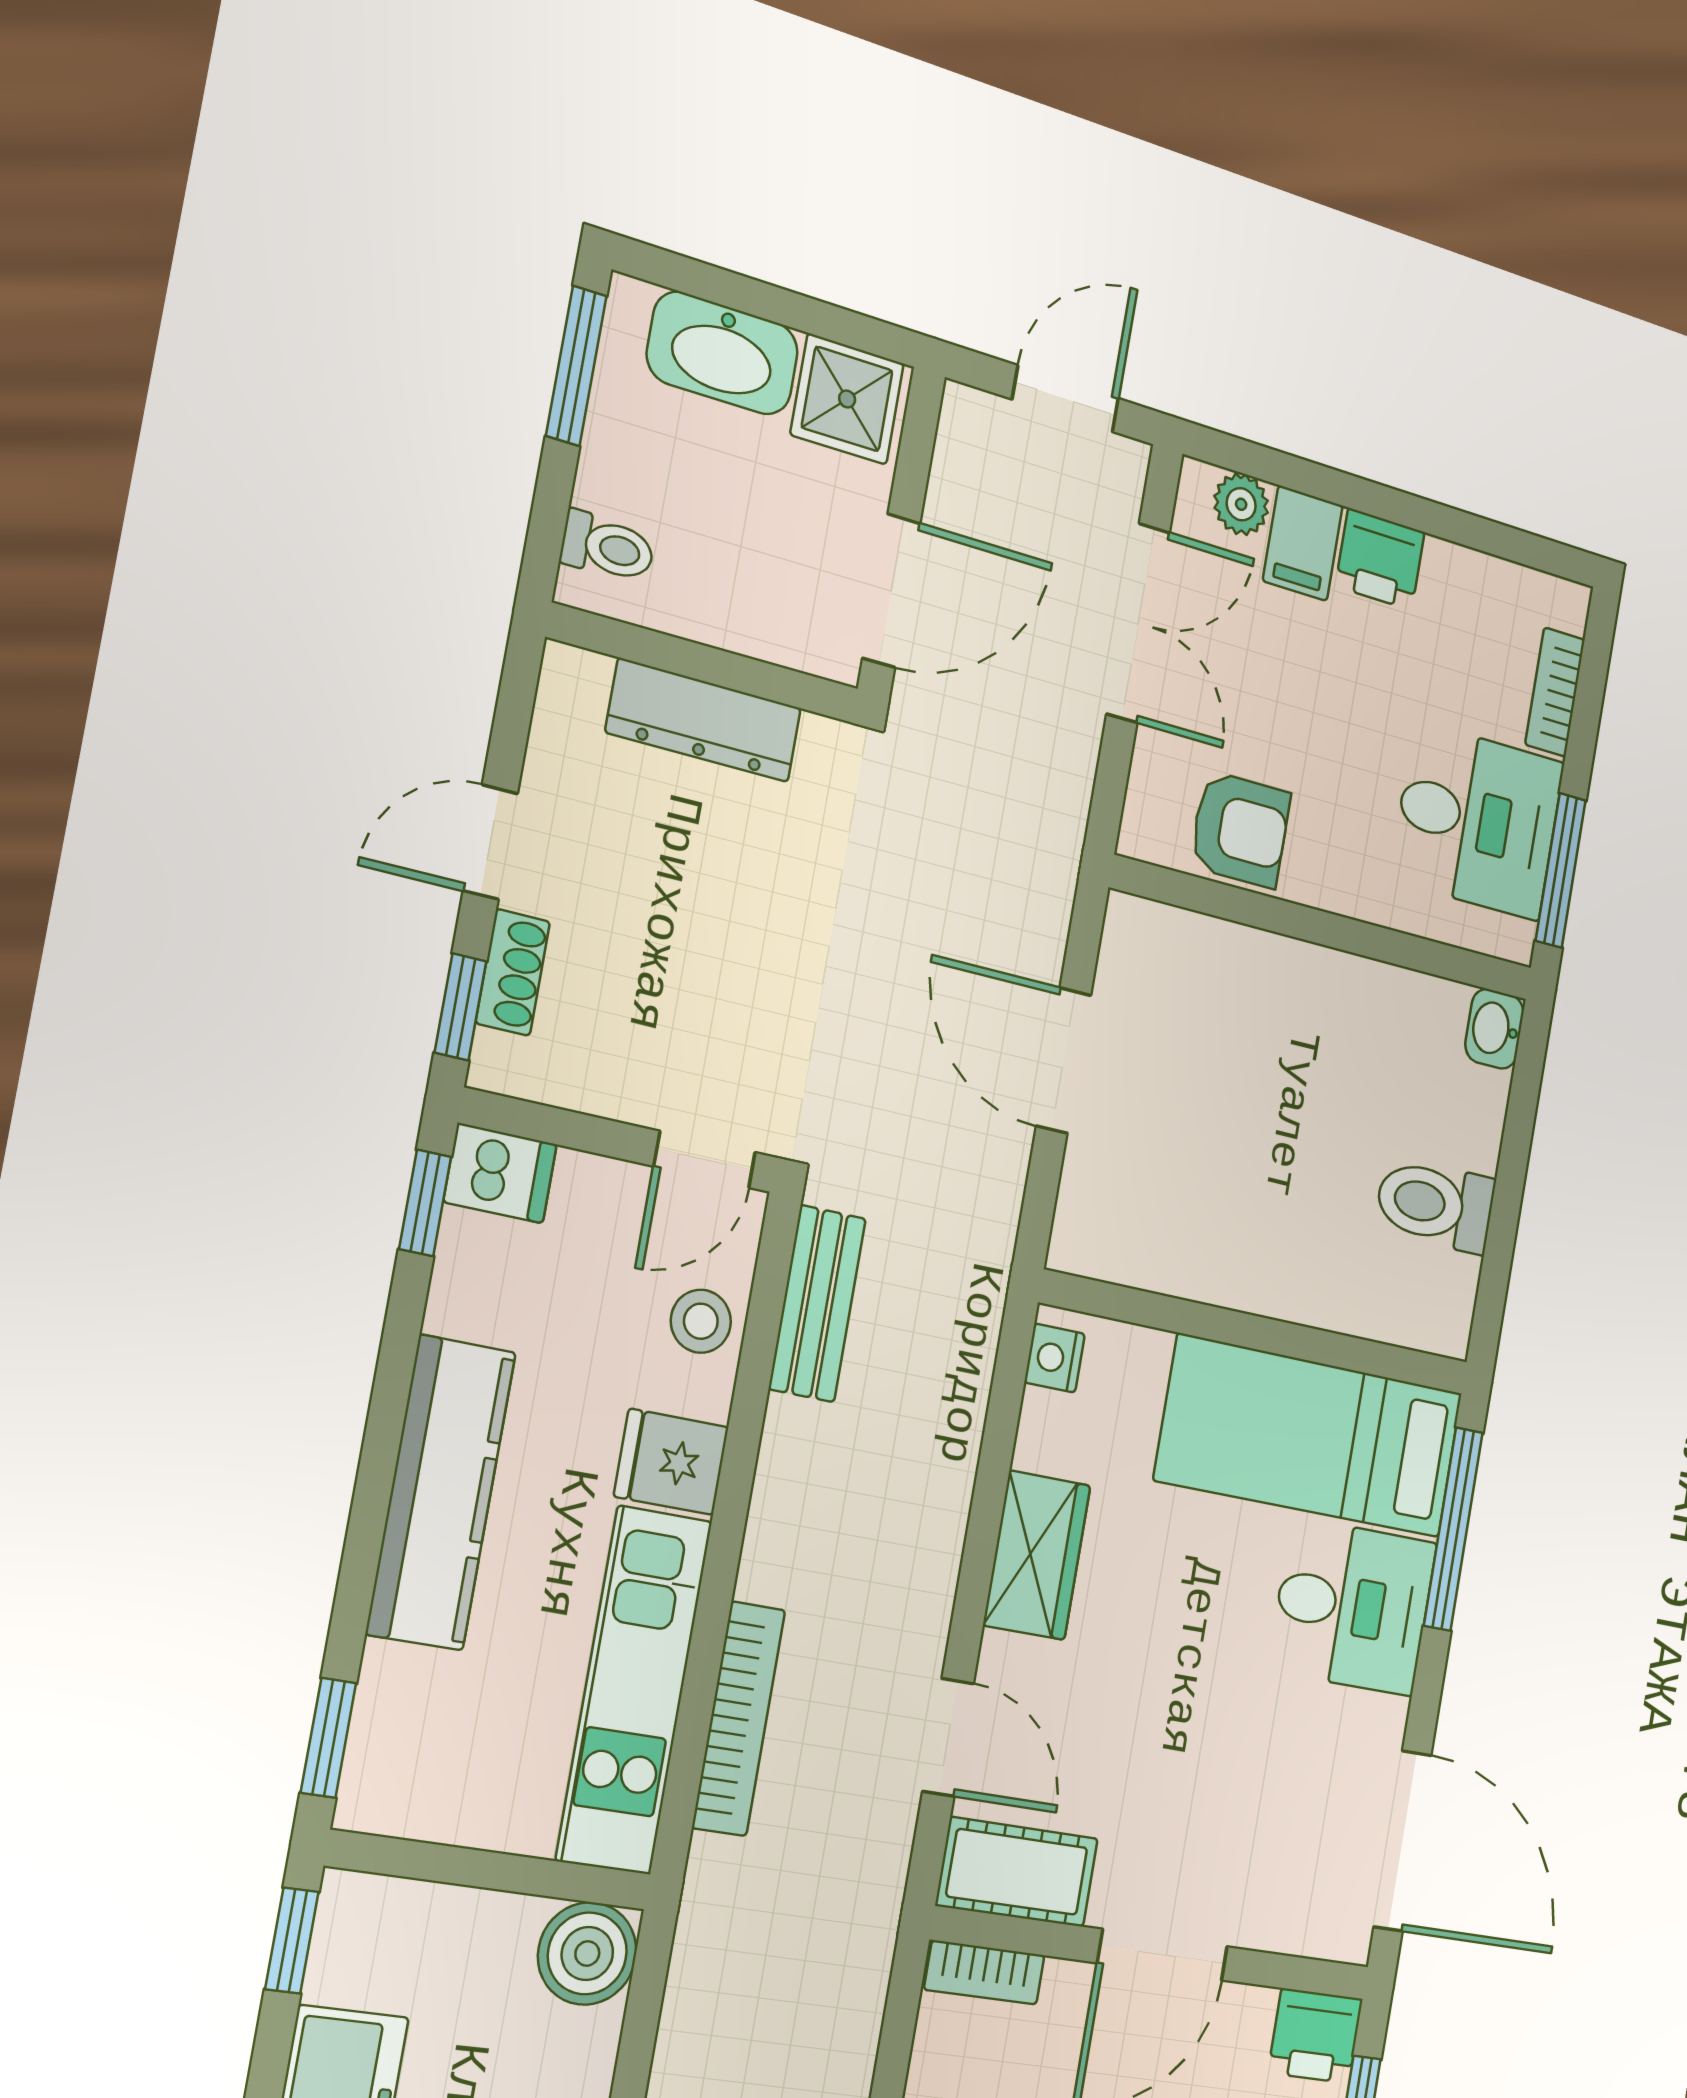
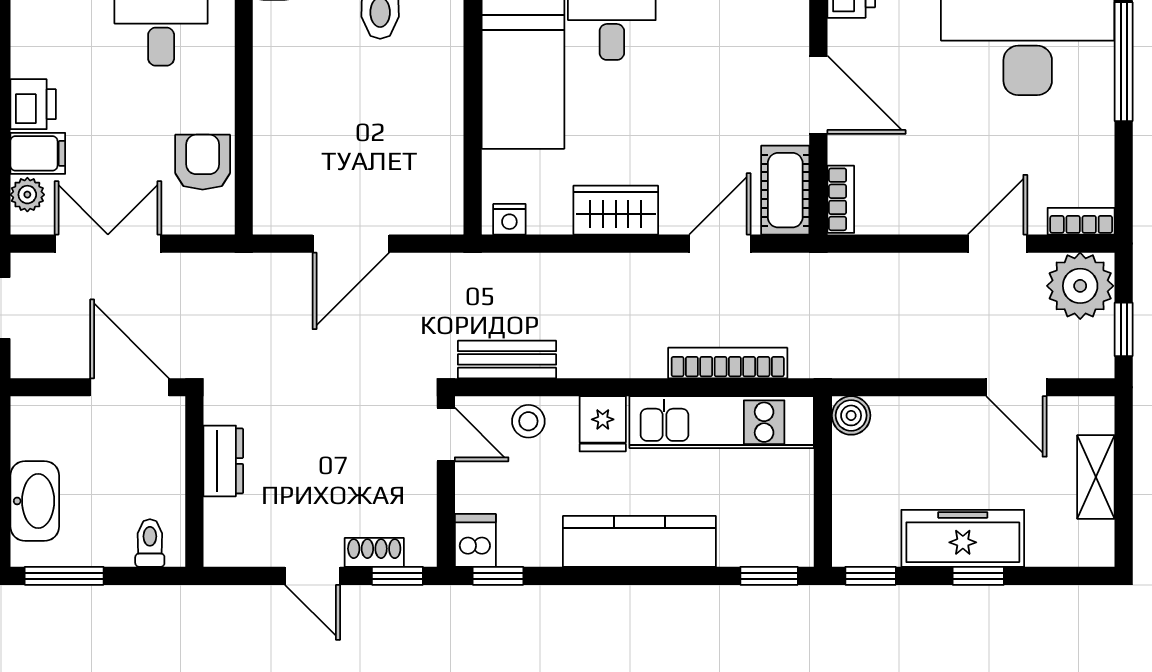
shower: (847, 399) -> (38, 430), removed
dresser: (704, 720) -> (223, 461), width x0.70
boiler: (587, 1953) -> (851, 415), width x0.73, depth x0.73

